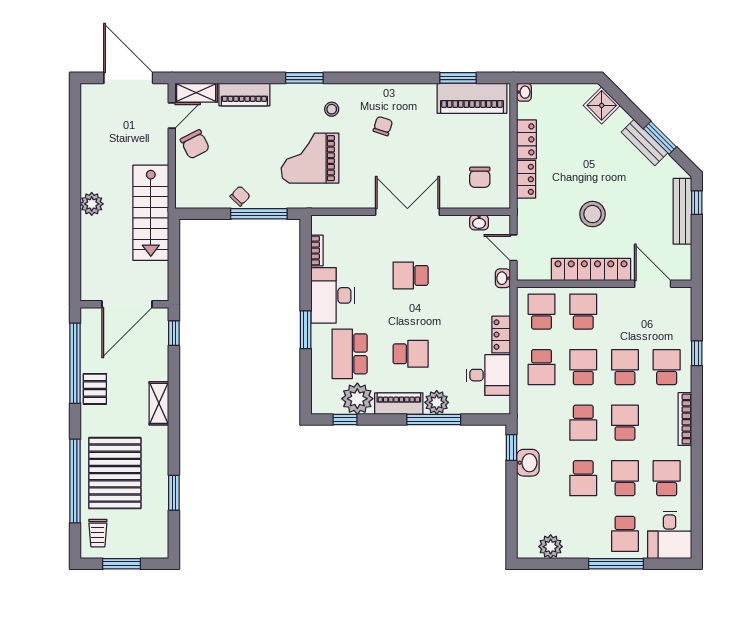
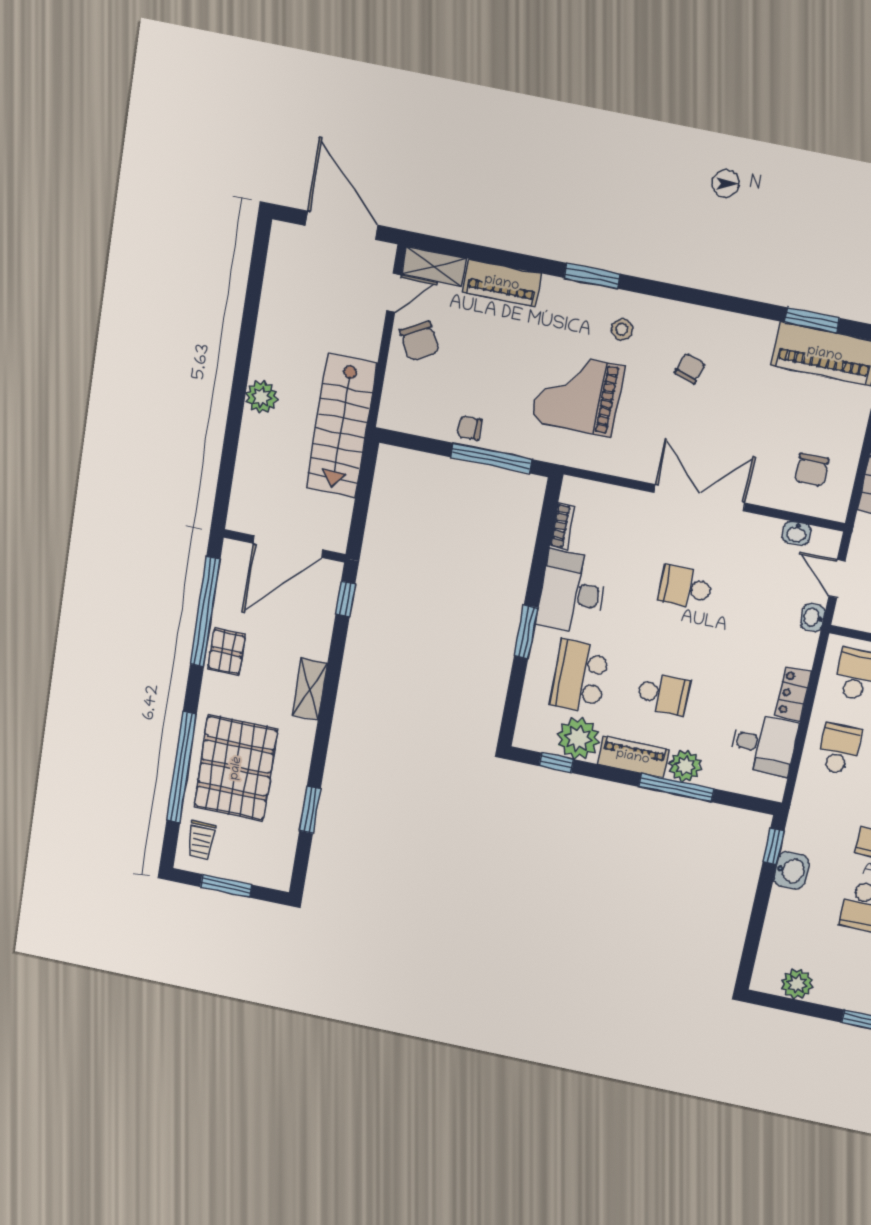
chair: (240, 196) -> (470, 428), turned -134
school desk: (542, 367) -> (839, 749), turned 180

